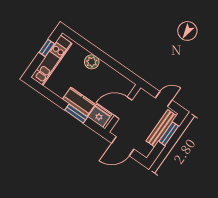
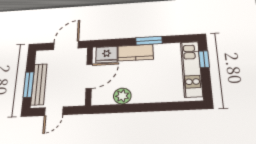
window: (47, 48) -> (204, 59), moved
plant: (92, 62) -> (122, 96), moved
window: (76, 114) -> (149, 41), moved

